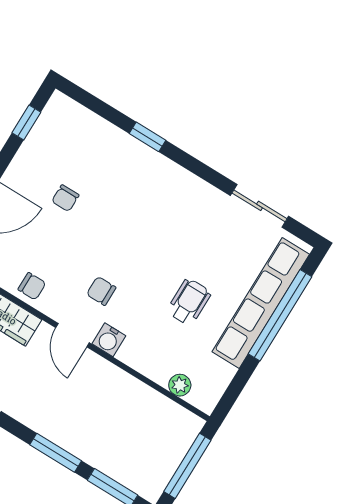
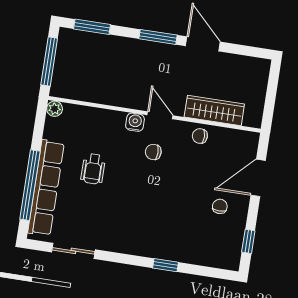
chair: (65, 198) -> (220, 206), moved
chair: (101, 291) -> (153, 152), turned 180
plant: (180, 385) -> (55, 109), moved
window: (56, 453) -> (158, 37), moved

